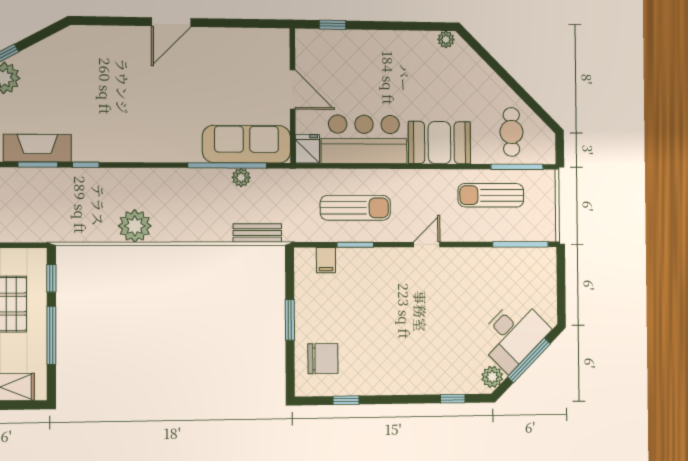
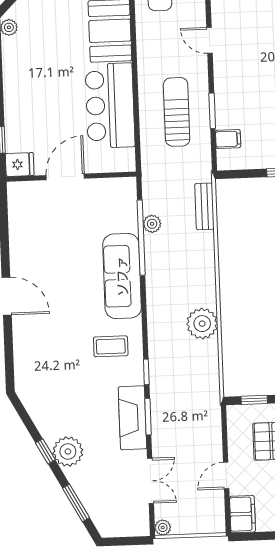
coffee table: (114, 129) -> (111, 346), added
sofa: (247, 144) -> (122, 276), moved
fridge: (307, 149) -> (20, 164), moved, turned 180

